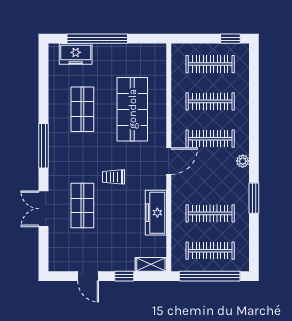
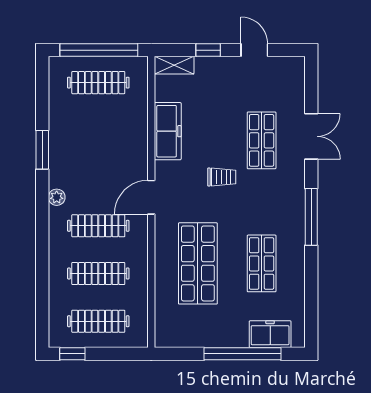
clothes rail: (210, 213) -> (98, 130), removed

